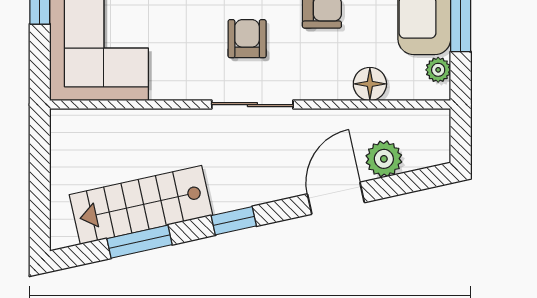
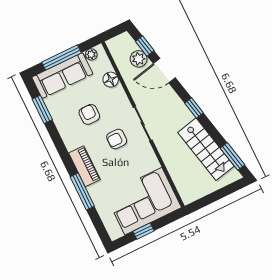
window: (403, 183) -> (145, 46), added
window: (139, 242) -> (232, 156), moved

